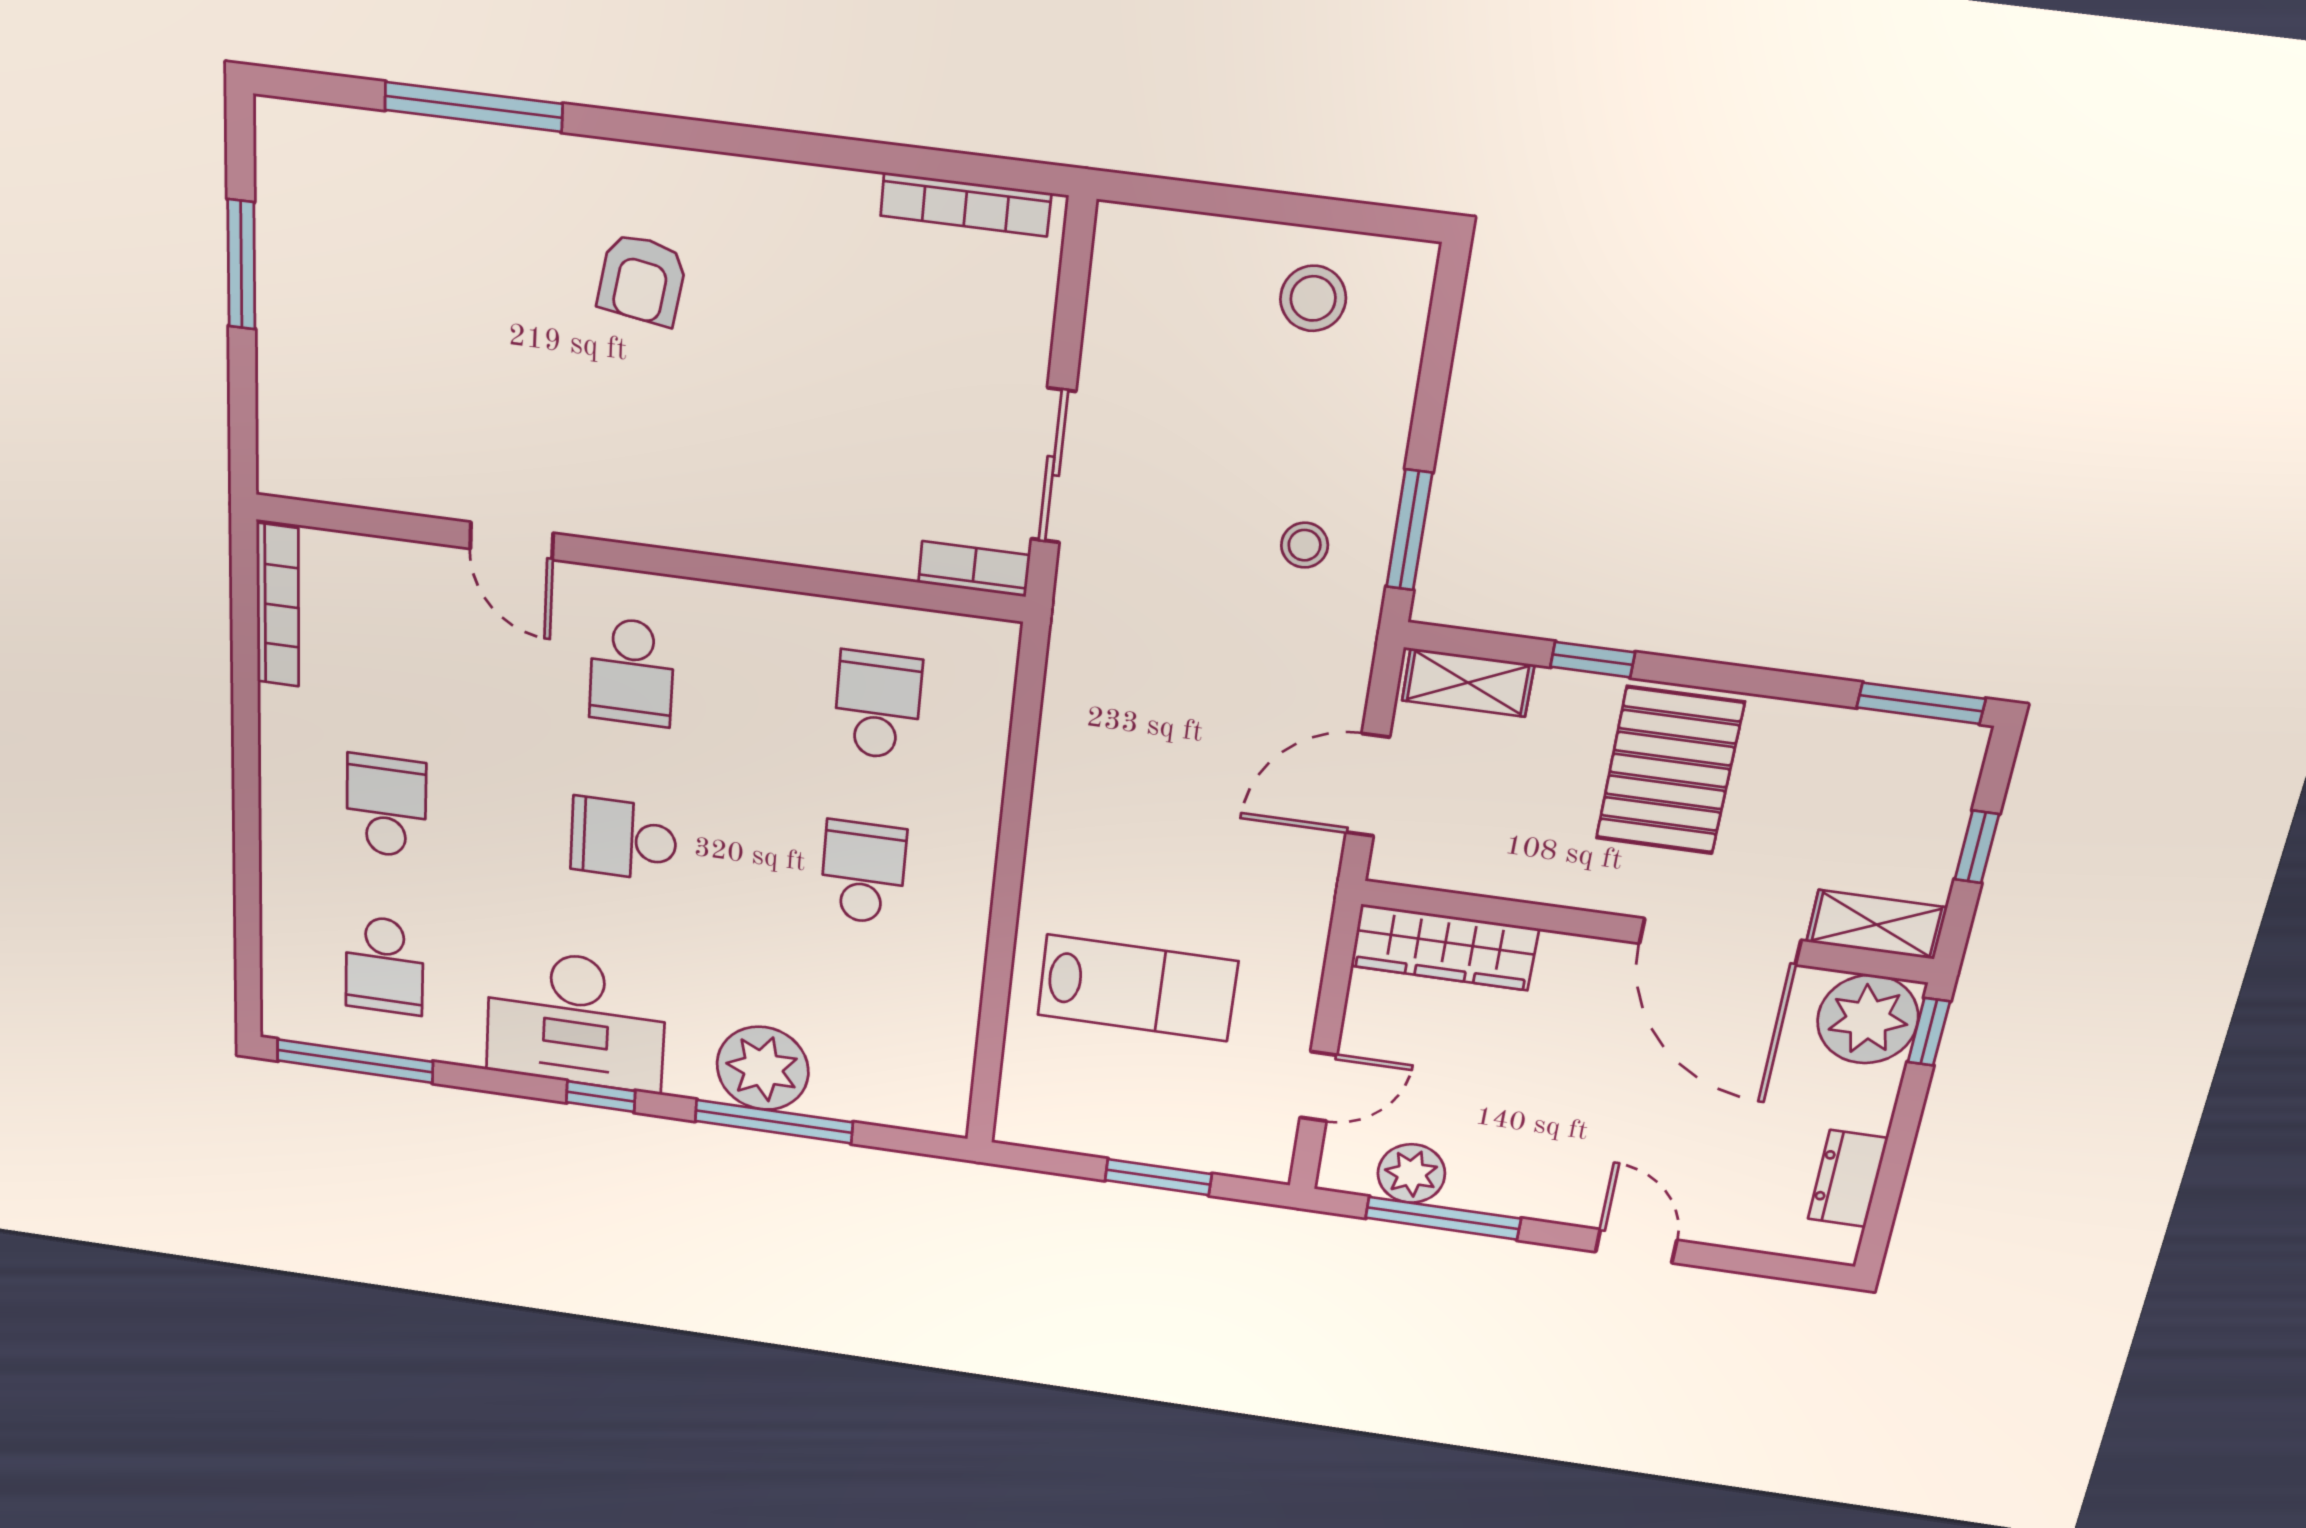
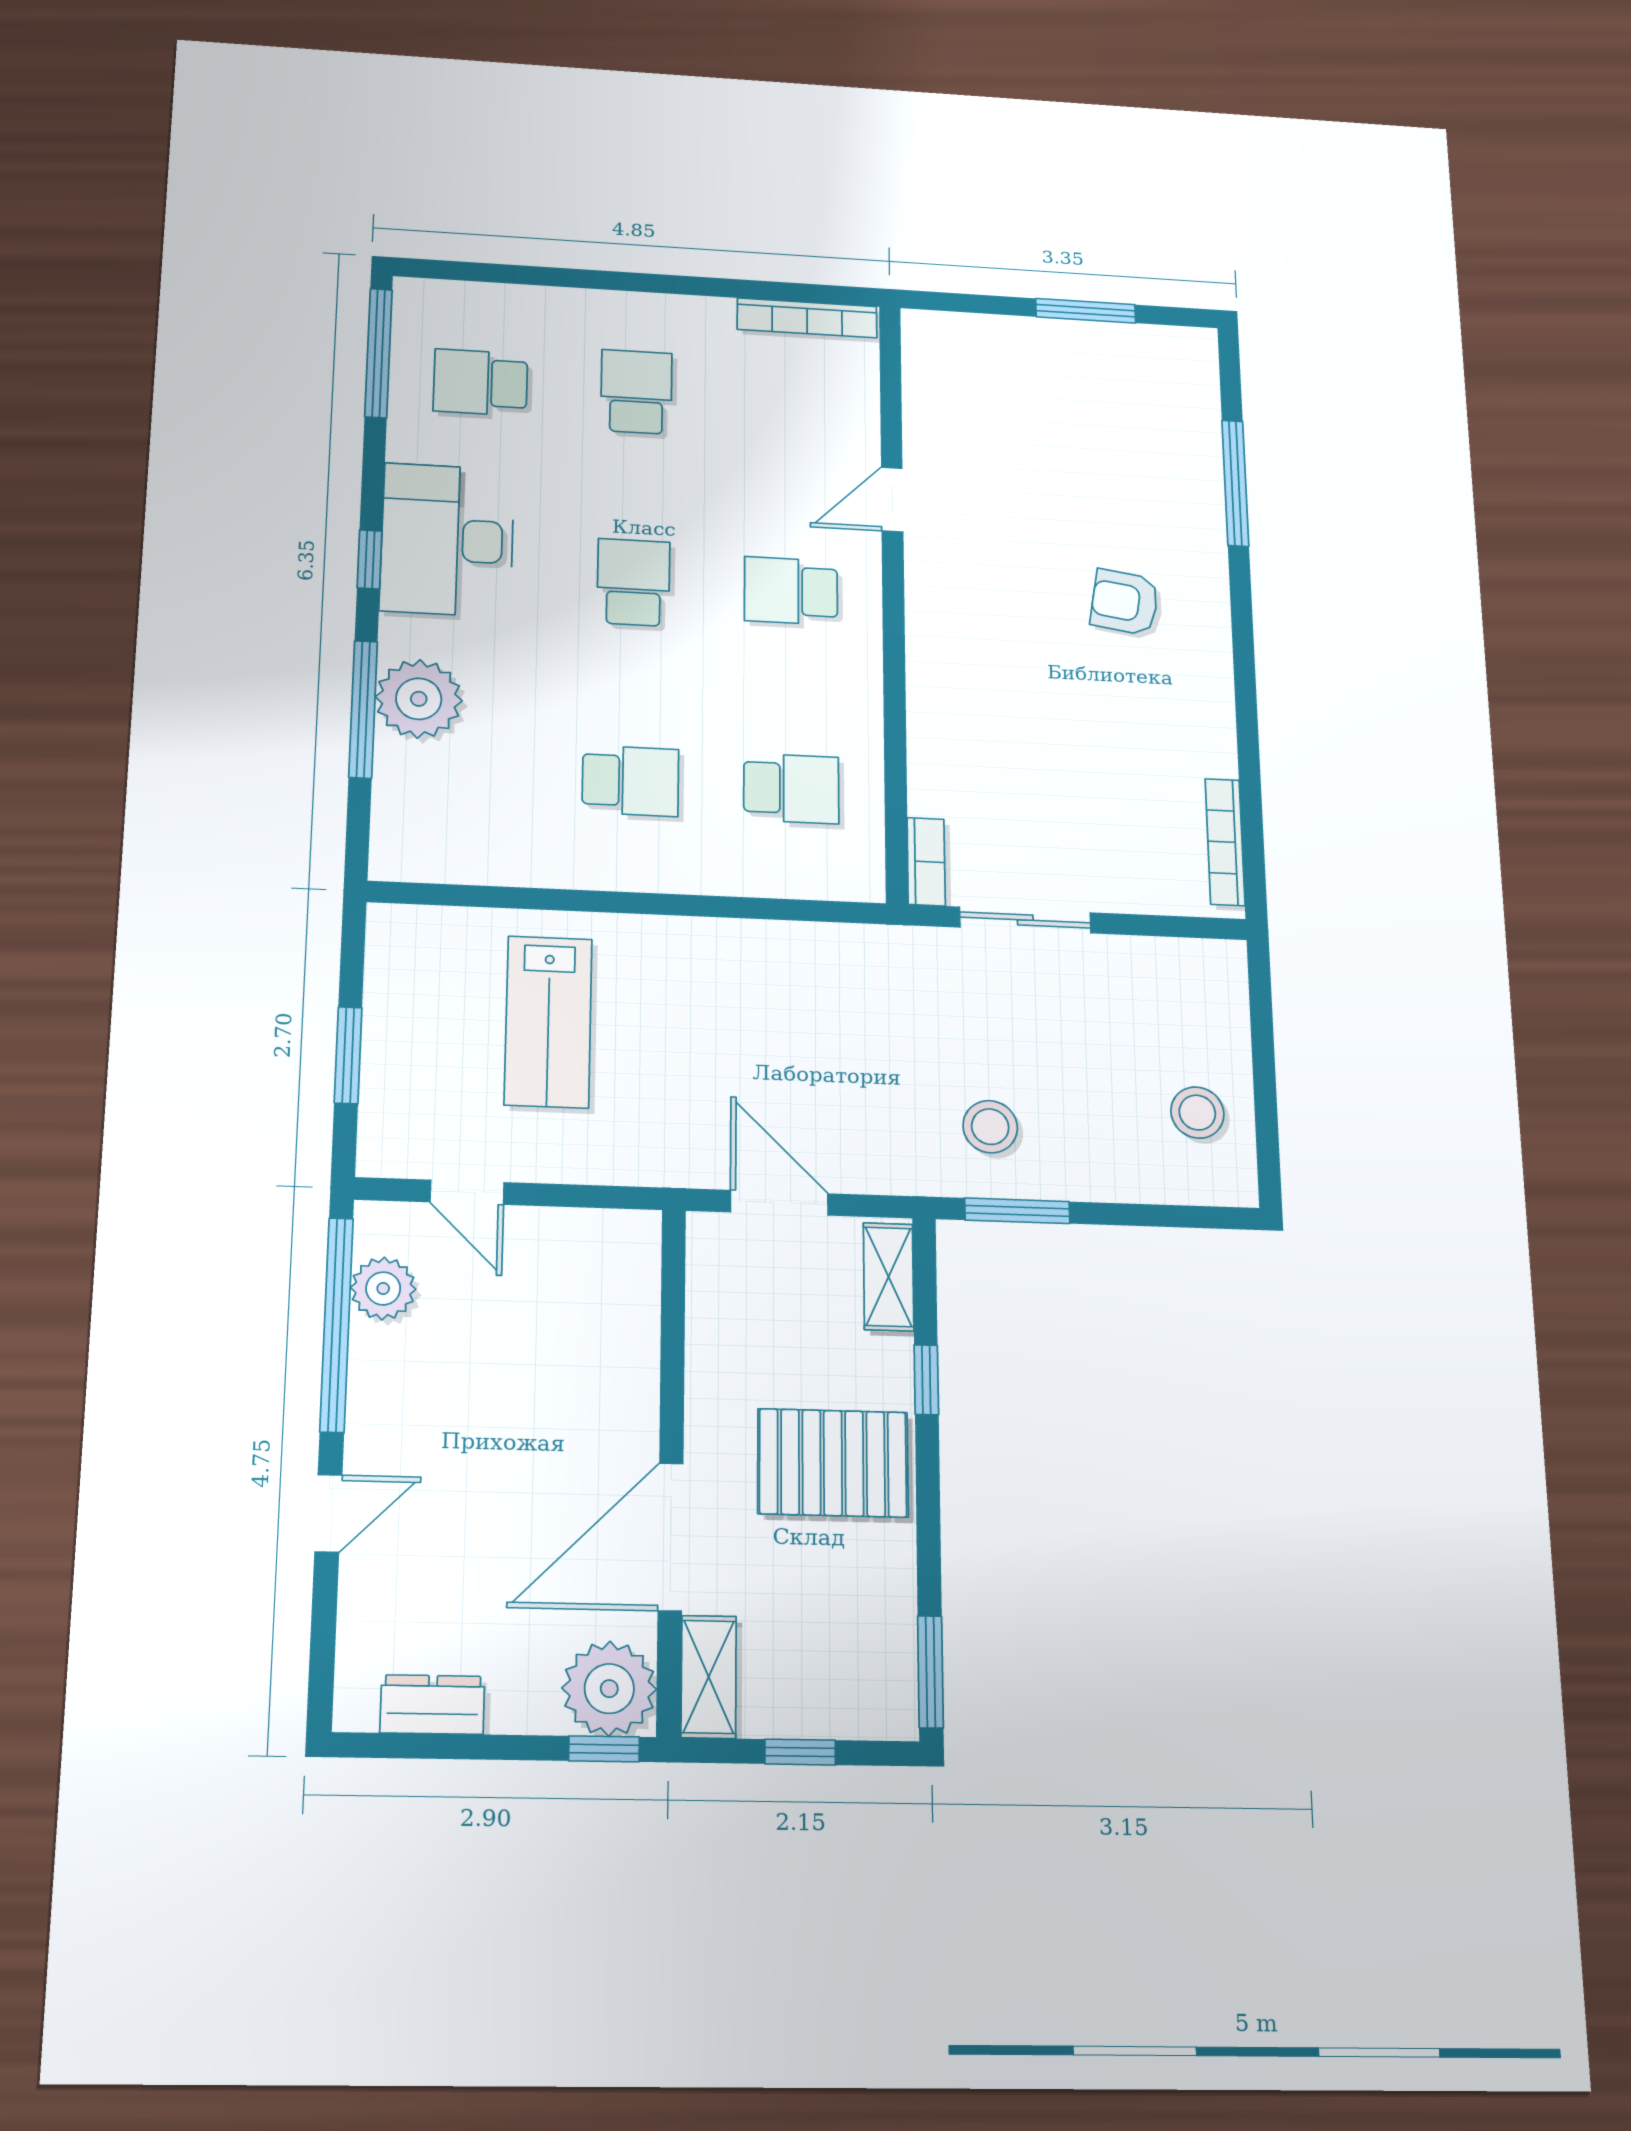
stool: (1305, 545) -> (990, 1127), width x1.37, depth x1.37
school desk: (386, 806) -> (636, 392), turned -90
wardrobe: (1445, 947) -> (629, 1289), removed
window: (1443, 1218) -> (337, 1324), width x1.46

